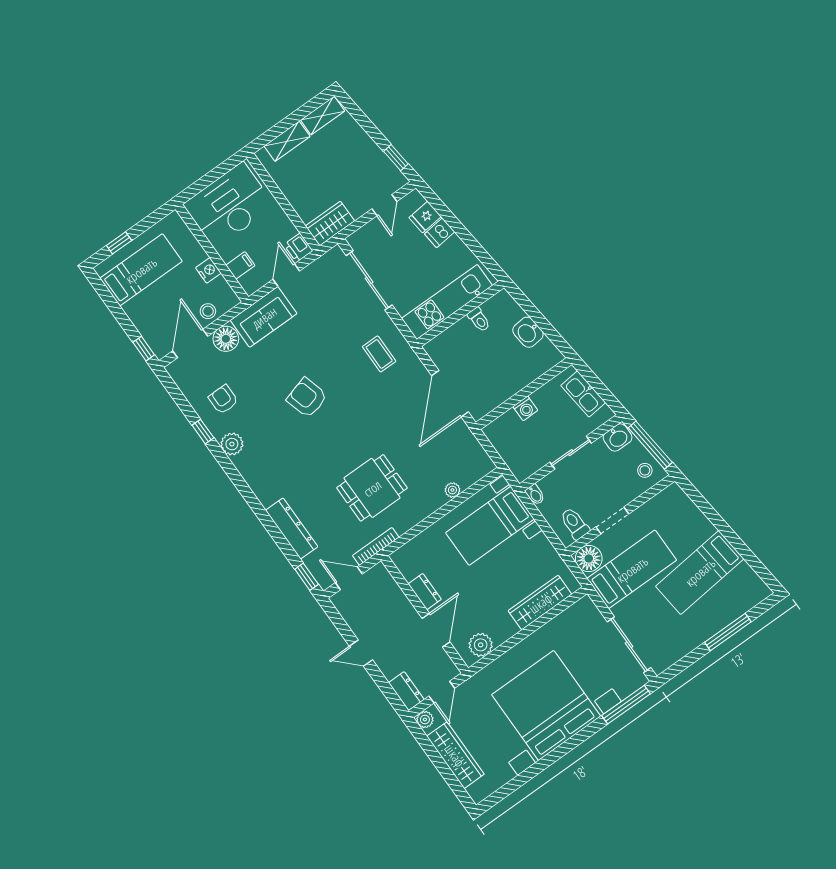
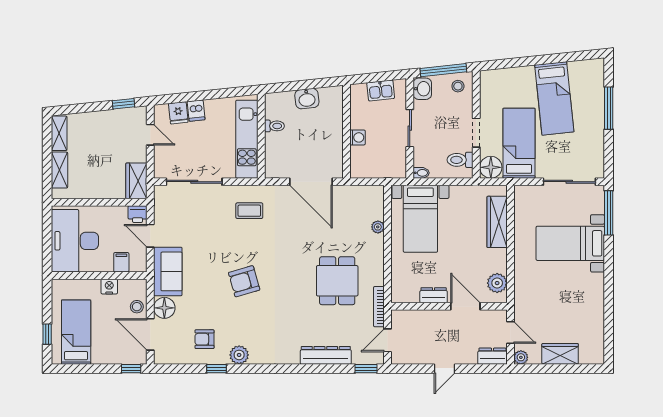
kitchen sink: (583, 394) -> (381, 90), width x0.73
bed with nightstands: (546, 705) -> (570, 243), width x0.54
wardrobe: (455, 755) -> (560, 354), width x0.67

